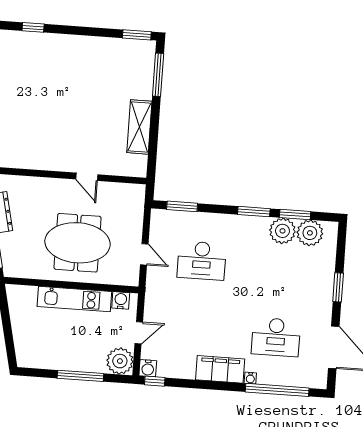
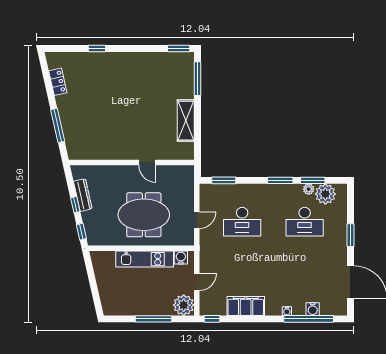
plant: (282, 231) -> (309, 189), width x0.53, depth x0.53
door: (144, 254) -> (197, 220), hinge flipped
desk: (276, 337) -> (305, 222), moved
water cooler: (148, 368) -> (313, 309), moved
filing cabinet: (220, 369) -> (246, 306), moved

